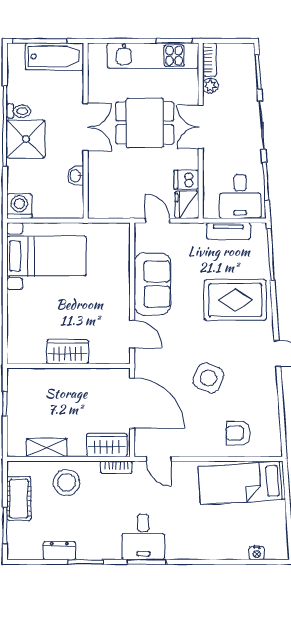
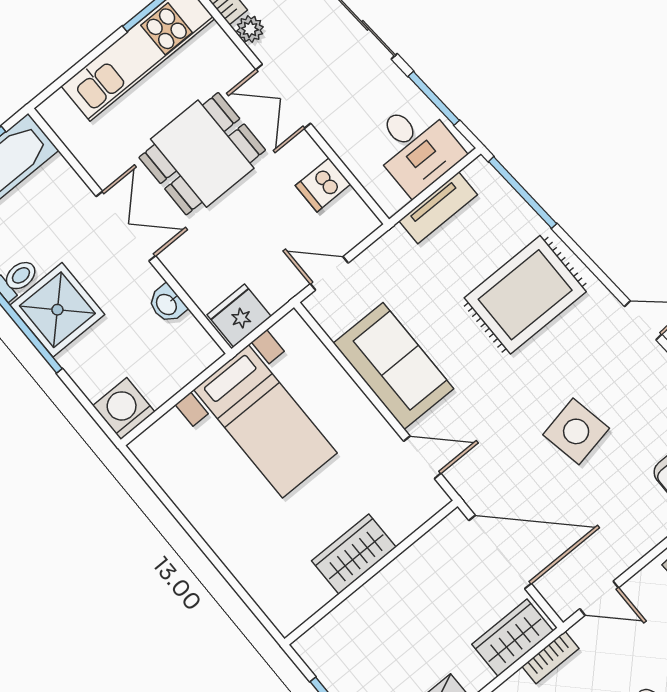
fridge: (187, 205) -> (239, 316), moved, turned 90
bed with nightstands: (46, 256) -> (265, 421), moved, turned 90
side table: (208, 378) -> (576, 431), turned -34

